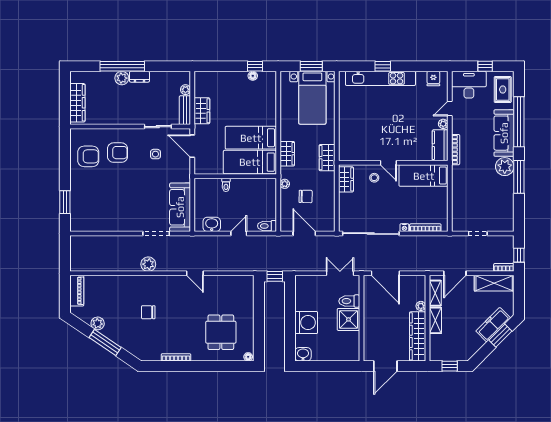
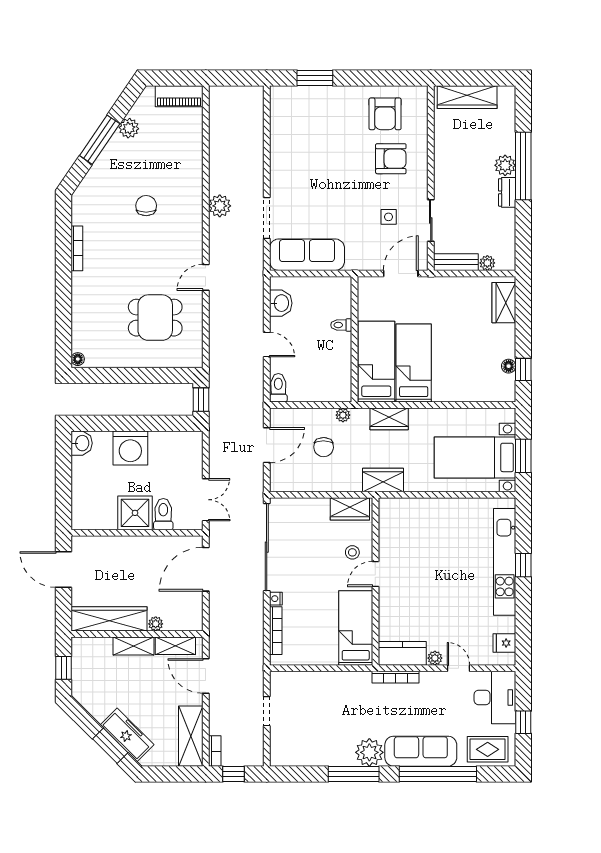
wardrobe: (202, 111) -> (504, 303), moved, turned 90
armchair: (118, 153) -> (391, 159), turned -90
dining table: (221, 332) -> (155, 318), moved

